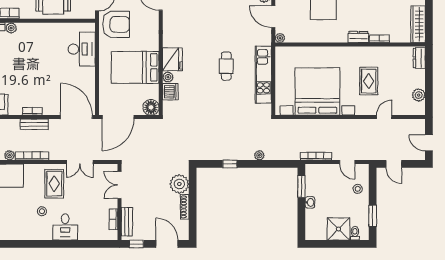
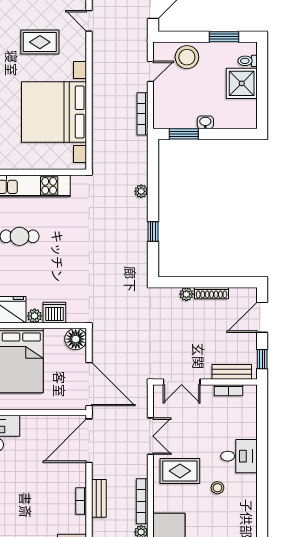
plant: (179, 184) -> (186, 294), width x0.53, depth x0.53
stool: (358, 189) -> (187, 57), width x1.89, depth x1.89

